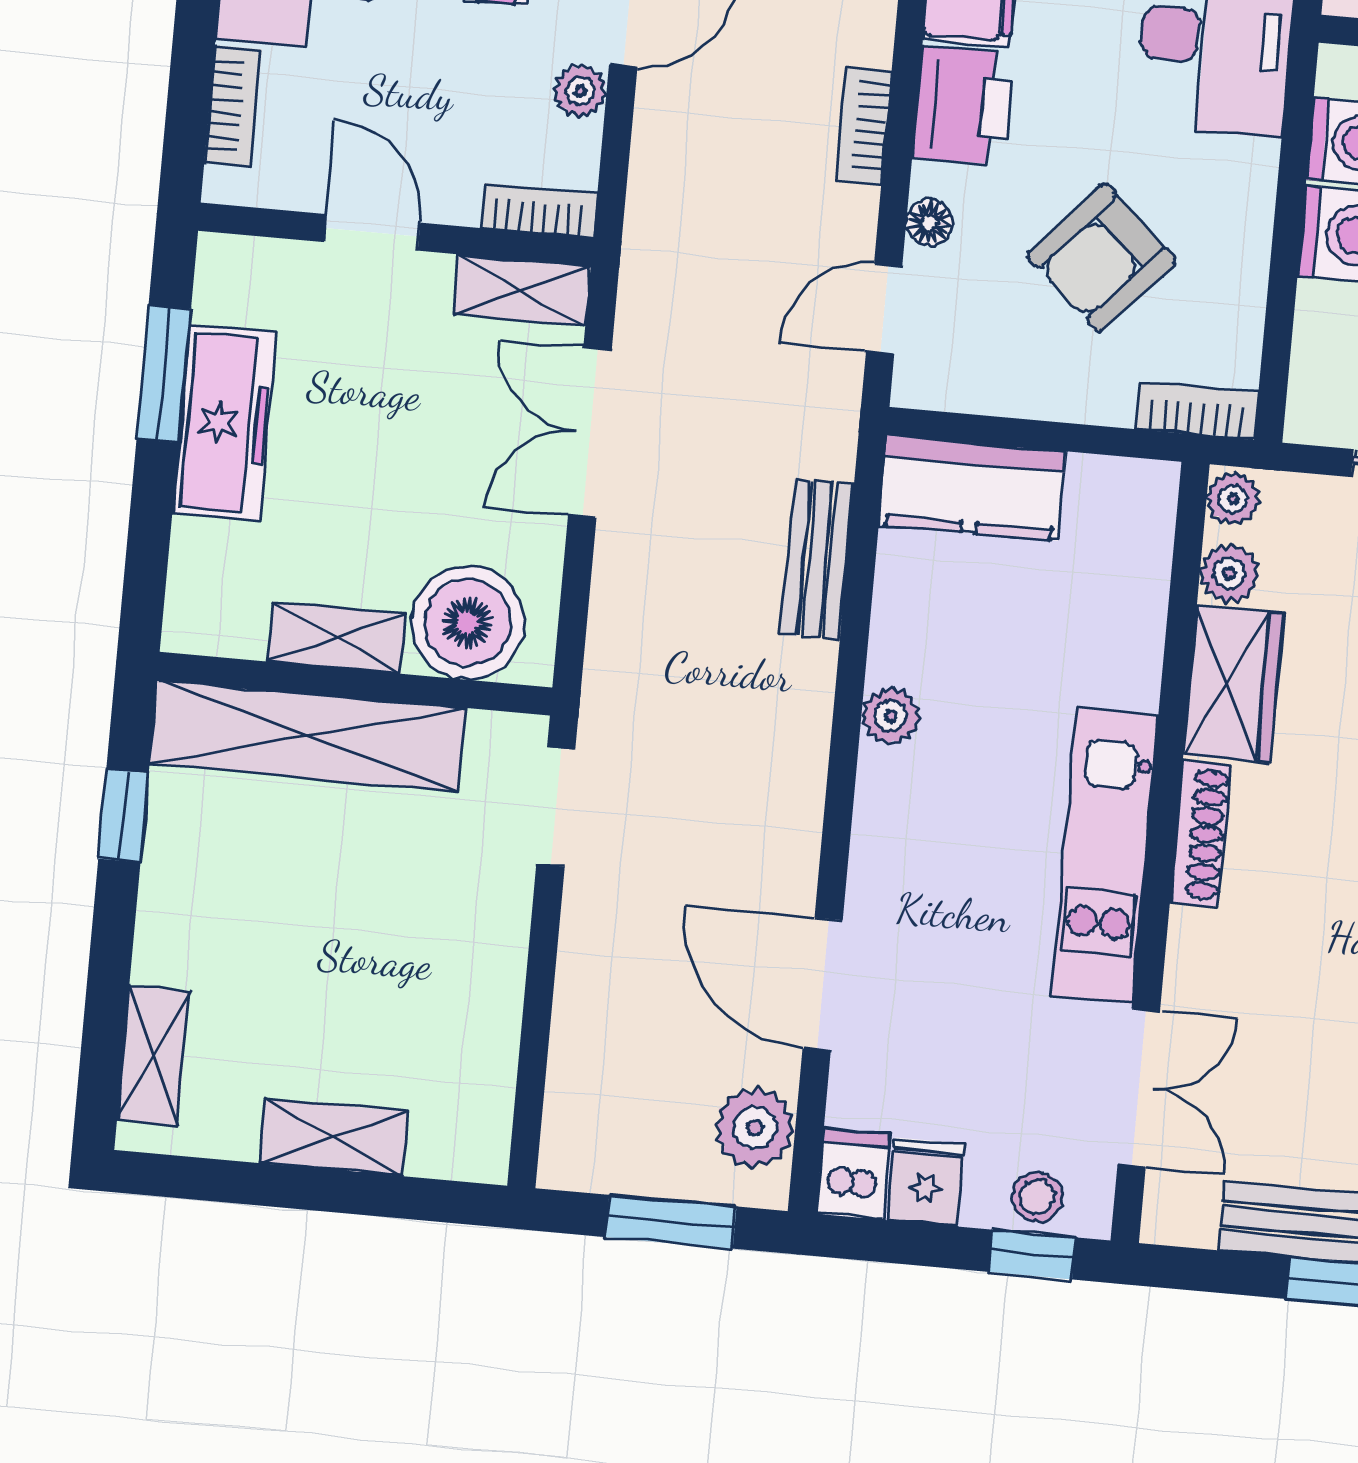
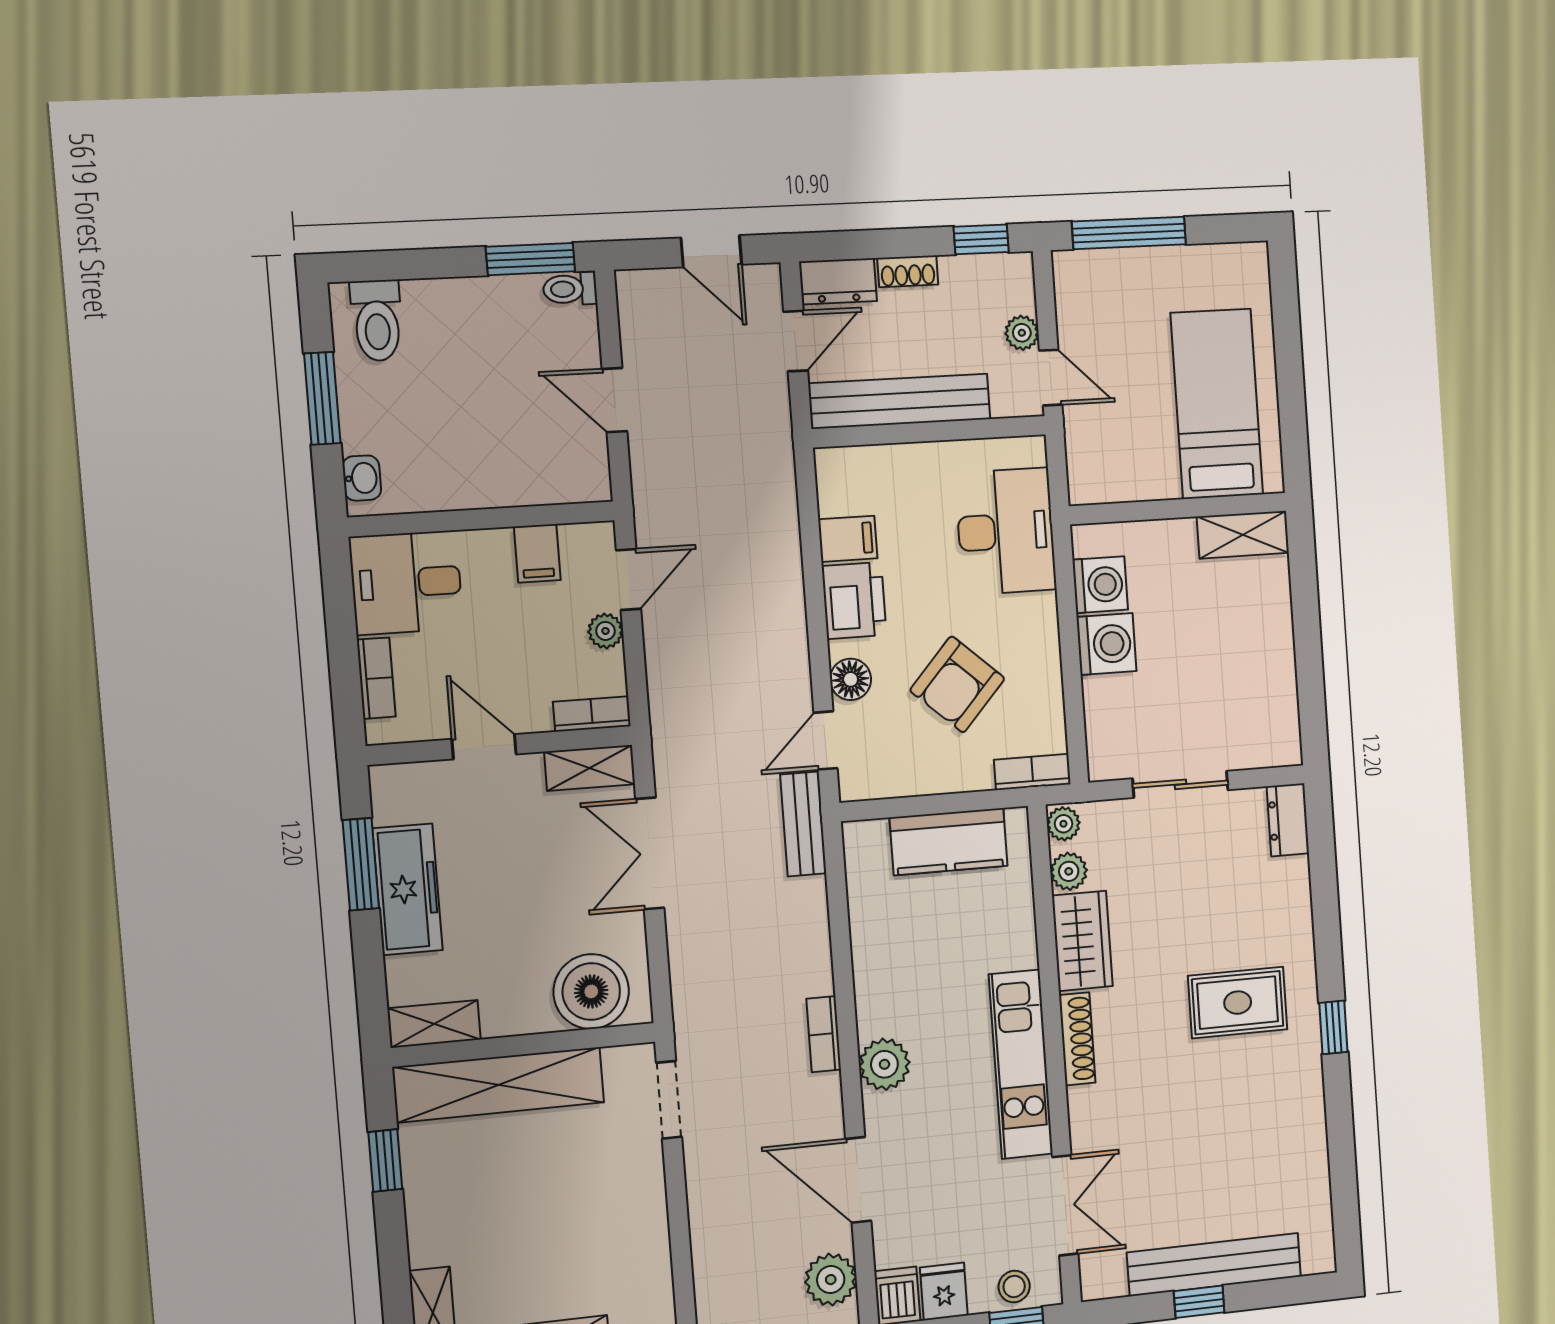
bookcase: (864, 125) -> (824, 1034), moved
floor lamp: (929, 222) -> (851, 679), width x1.37, depth x1.37
kitchen counter: (972, 488) -> (949, 842), moved
bench: (817, 559) -> (803, 824), moved
shelving: (337, 638) -> (434, 1024), moved
plant: (891, 716) -> (884, 1064), moved, width x1.38, depth x1.38

